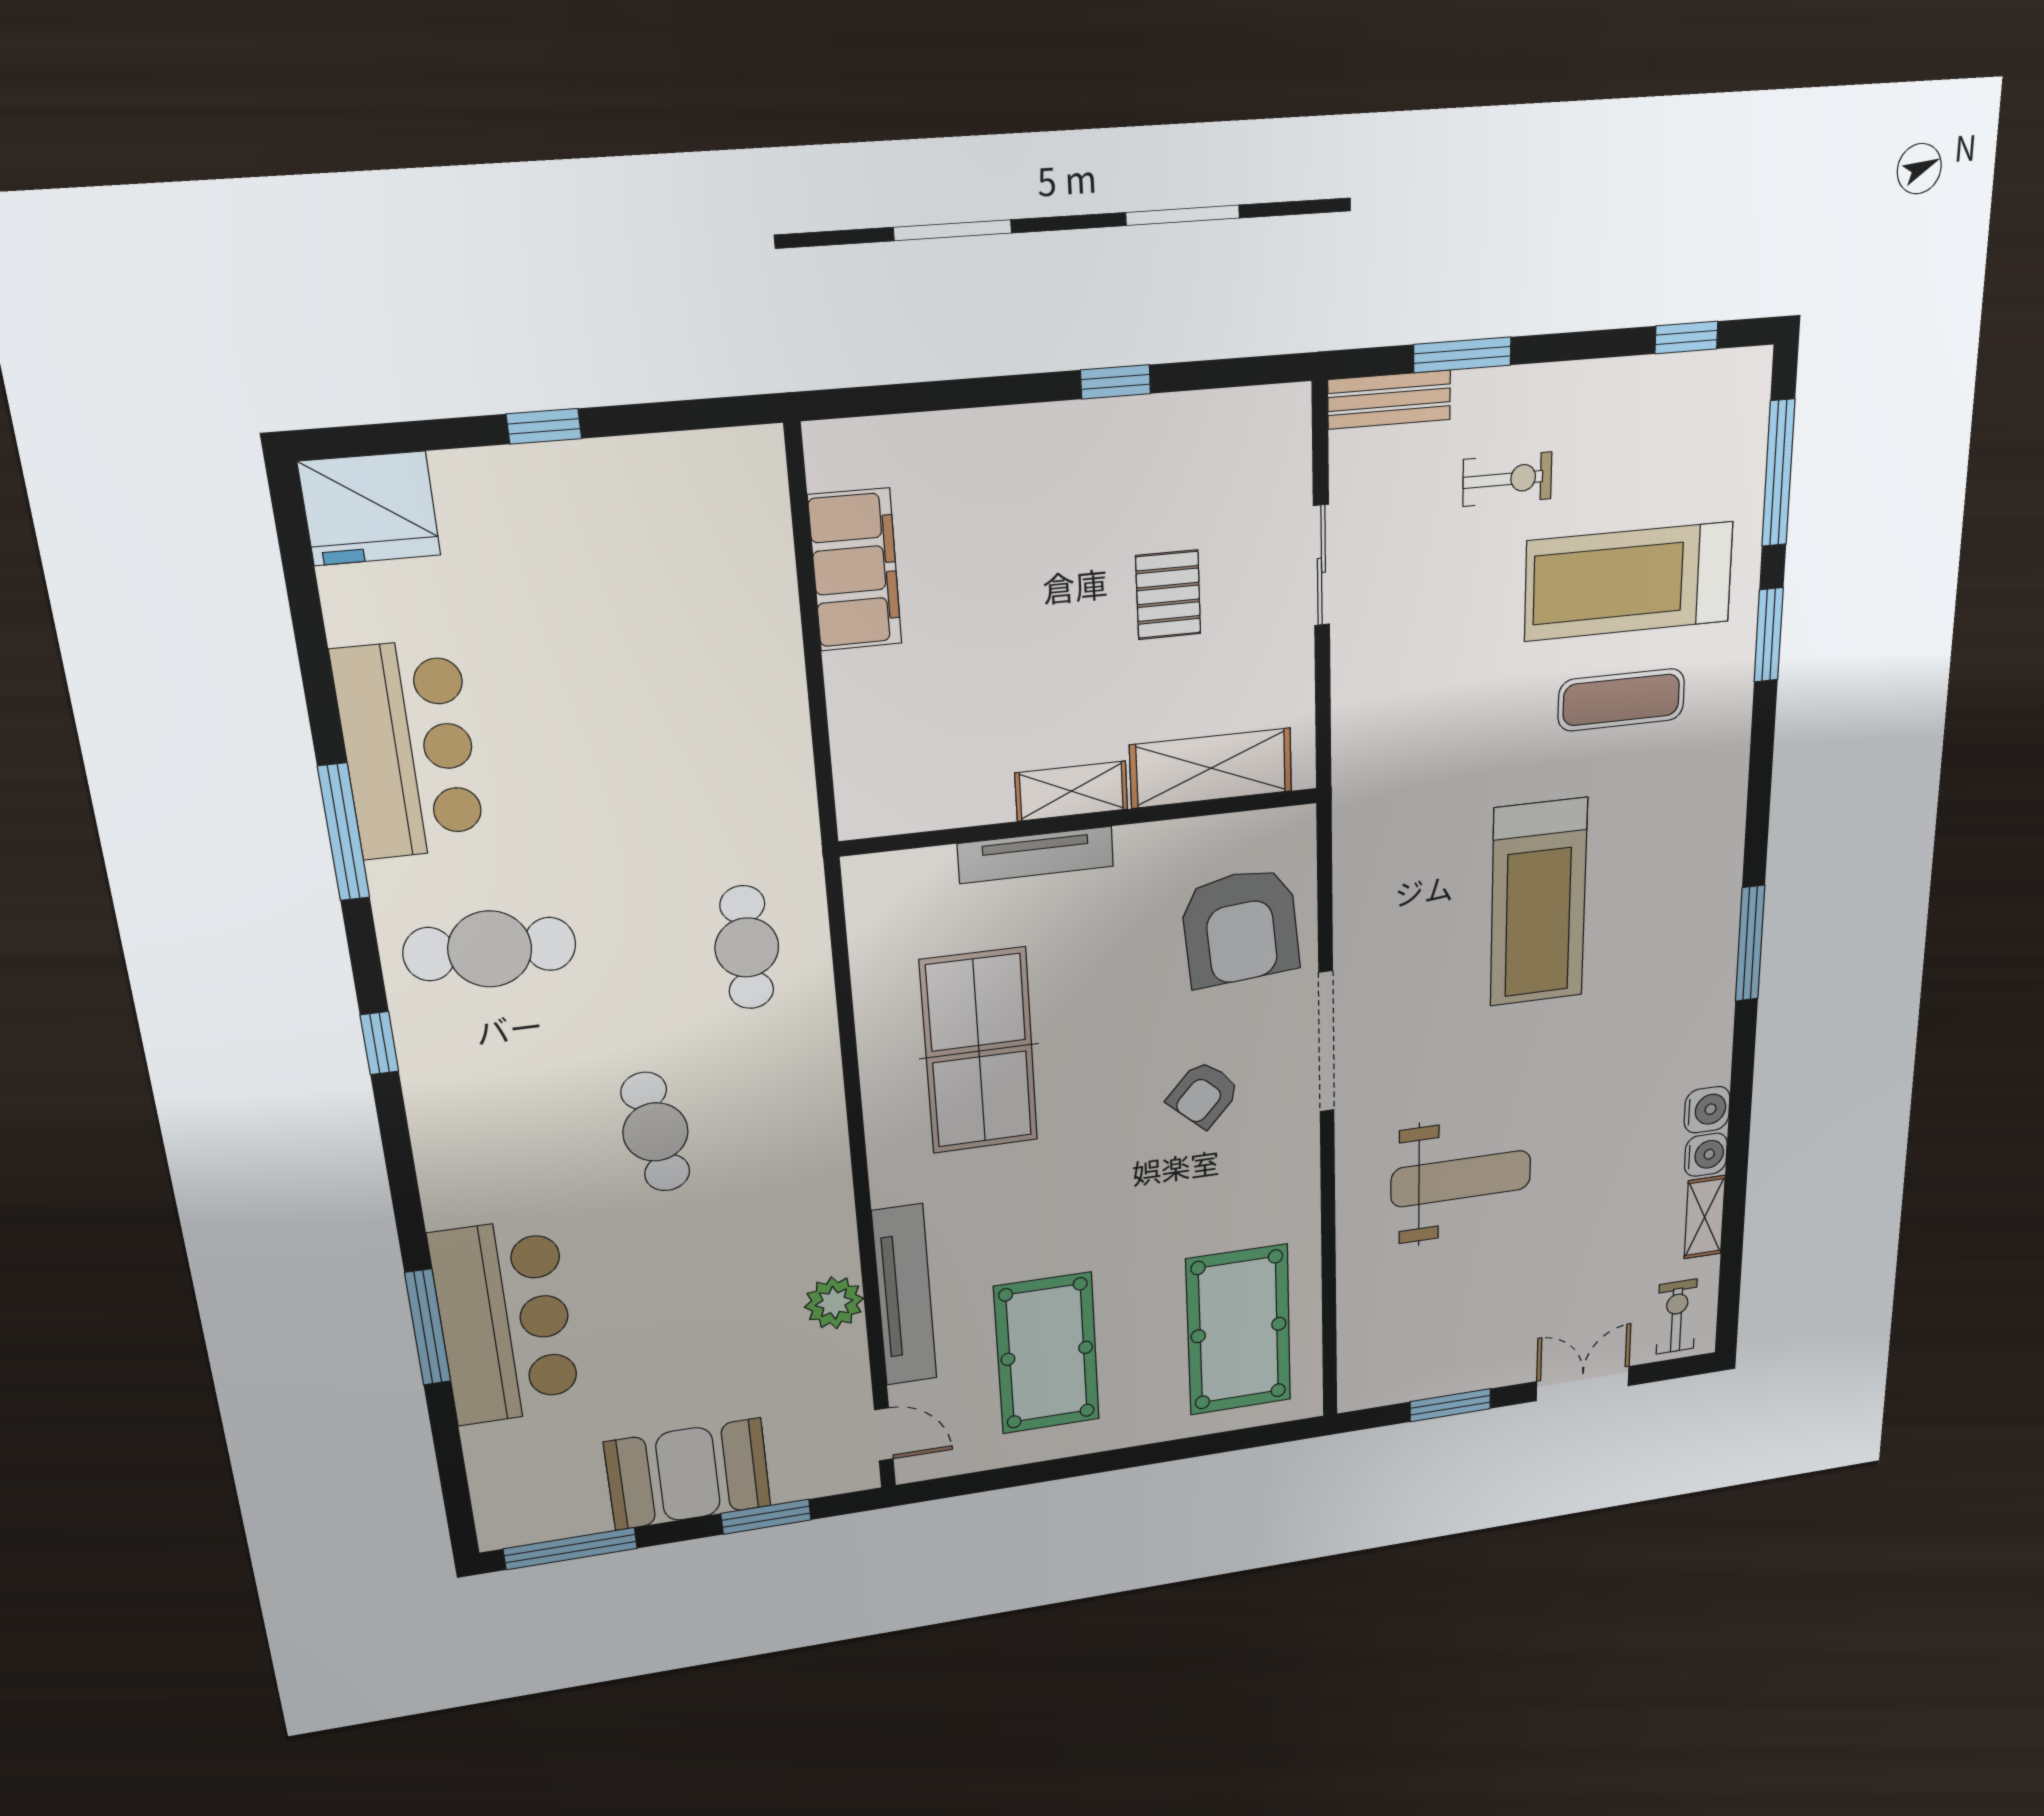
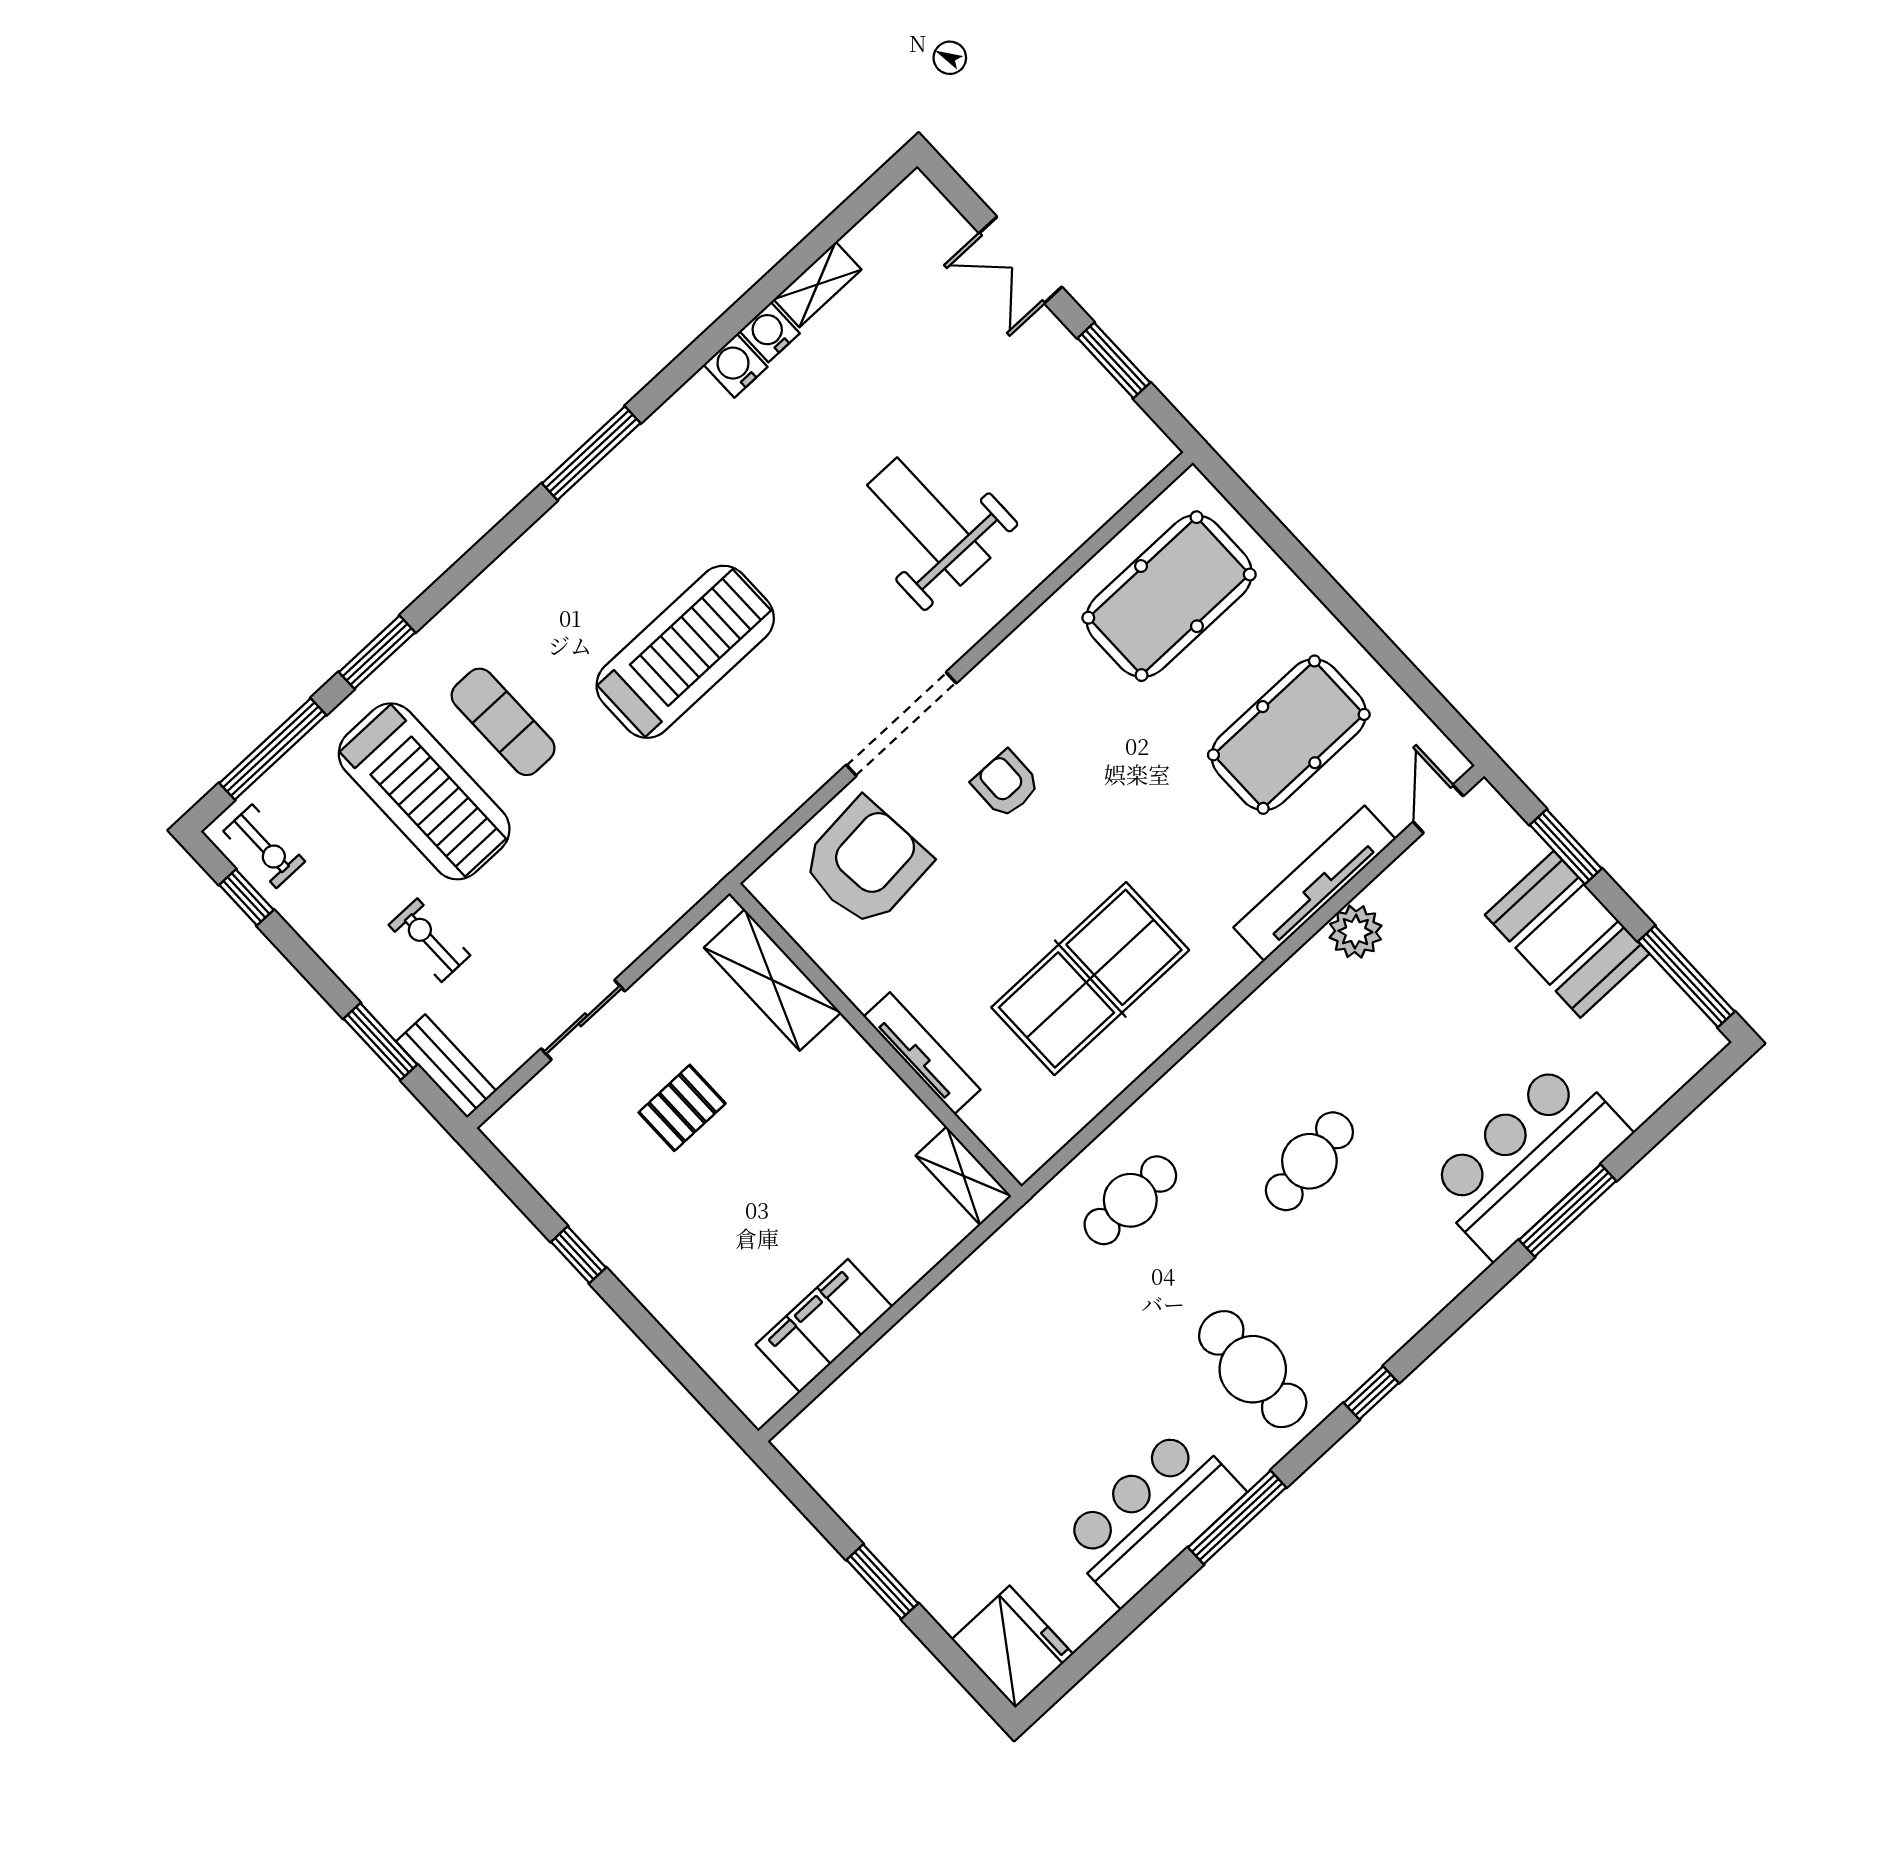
window: (544, 426) -> (882, 1582), width x1.50
shelving: (1071, 791) -> (963, 1176), moved
armchair: (1204, 1094) -> (1006, 784), turned -131
exercise bike: (1677, 1317) -> (264, 846), moved, turned -90

